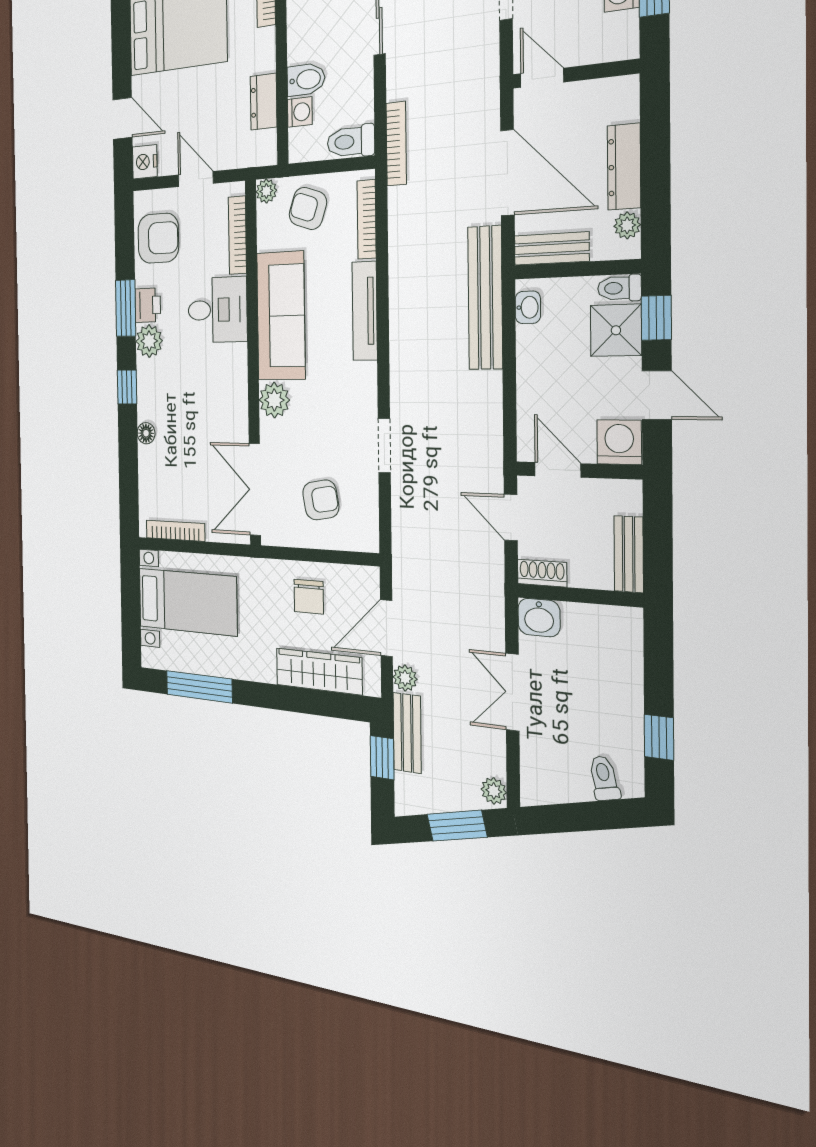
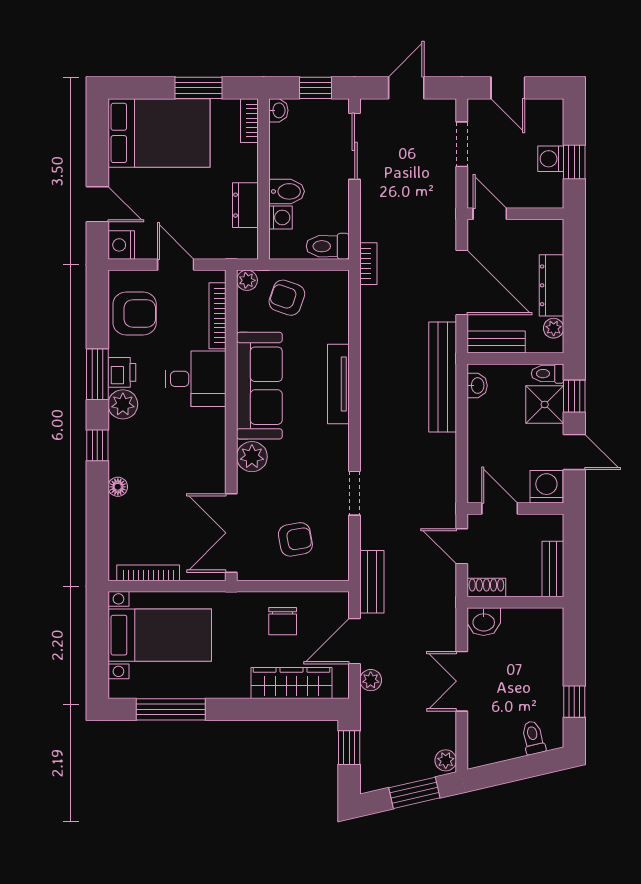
bookcase: (396, 144) -> (368, 264), width x0.64
bookcase: (367, 219) -> (341, 310), removed
bench: (407, 733) -> (372, 582), moved

